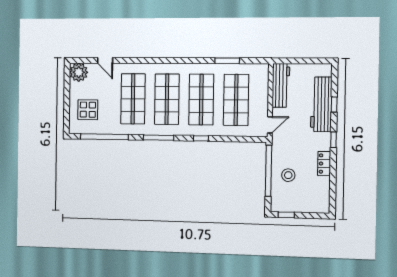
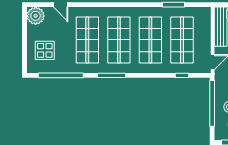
window: (201, 138) -> (182, 75), moved

